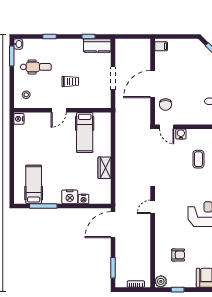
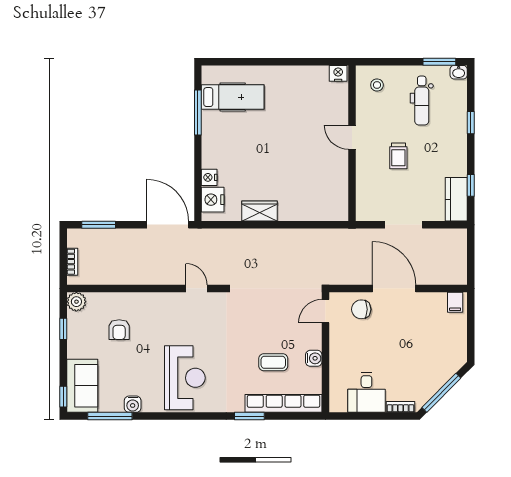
hospital bed: (85, 132) -> (316, 179), removed
water cooler: (181, 134) -> (314, 358), moved
nightstand: (70, 197) -> (213, 200), moved

